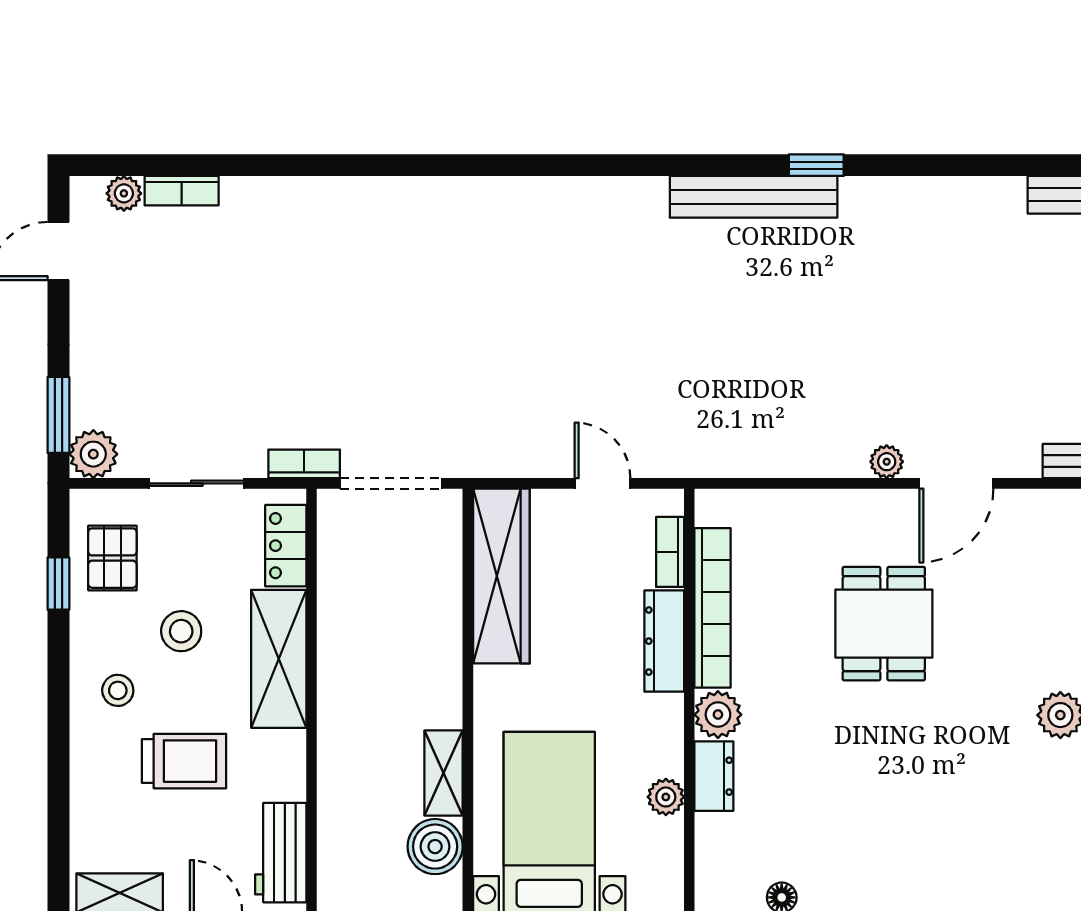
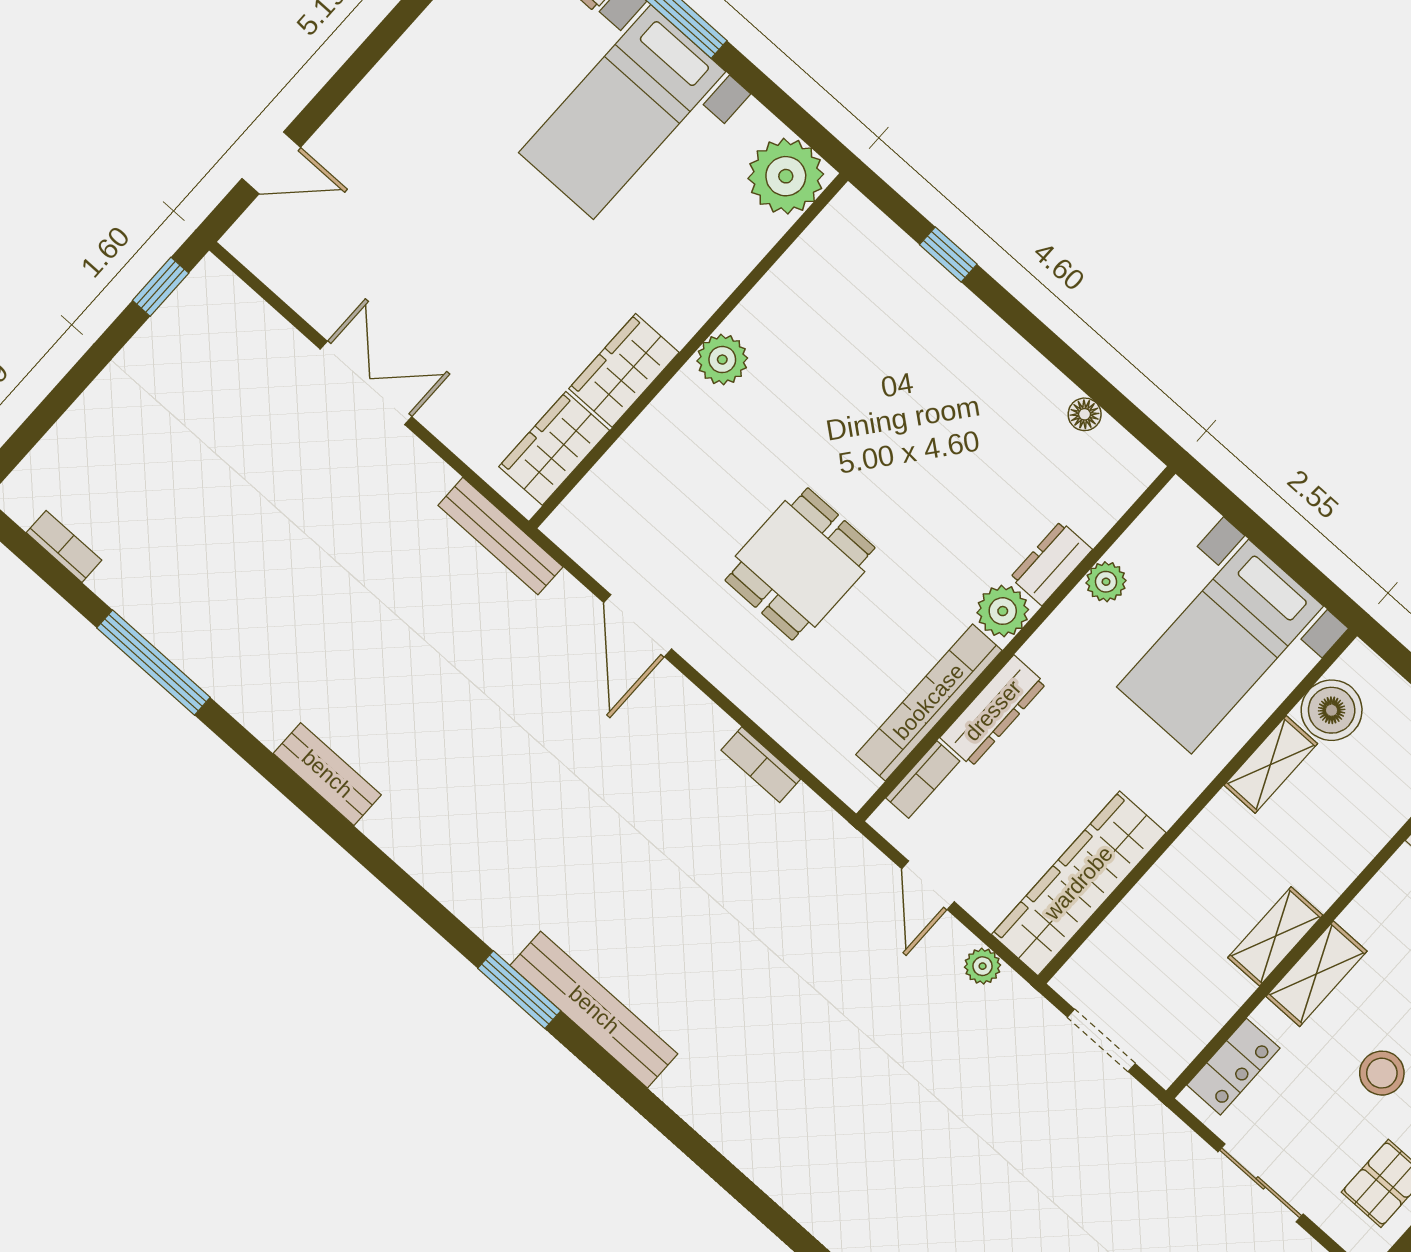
window: (816, 165) -> (519, 990), width x1.50
plant: (887, 462) -> (983, 966), moved
bookcase: (304, 464) -> (761, 765), moved
doorway: (391, 483) -> (1101, 1040), width x0.73
door: (956, 483) -> (638, 626), swing flipped
shelving: (279, 659) -> (1316, 974), width x0.67, depth x0.75
shelving: (336, 659) -> (1275, 936), added

